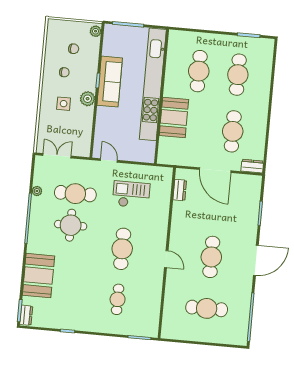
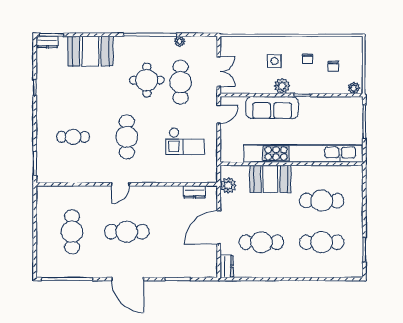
sofa: (110, 82) -> (272, 108), moved
double door: (57, 156) -> (219, 72), moved
plant: (177, 158) -> (228, 185), added
checkout: (131, 195) -> (185, 141), turned 90
cafe table: (122, 249) -> (127, 137), turned 90

